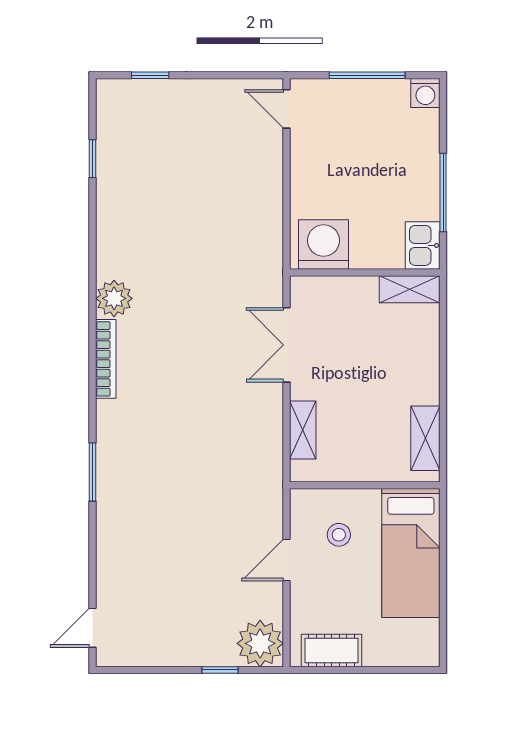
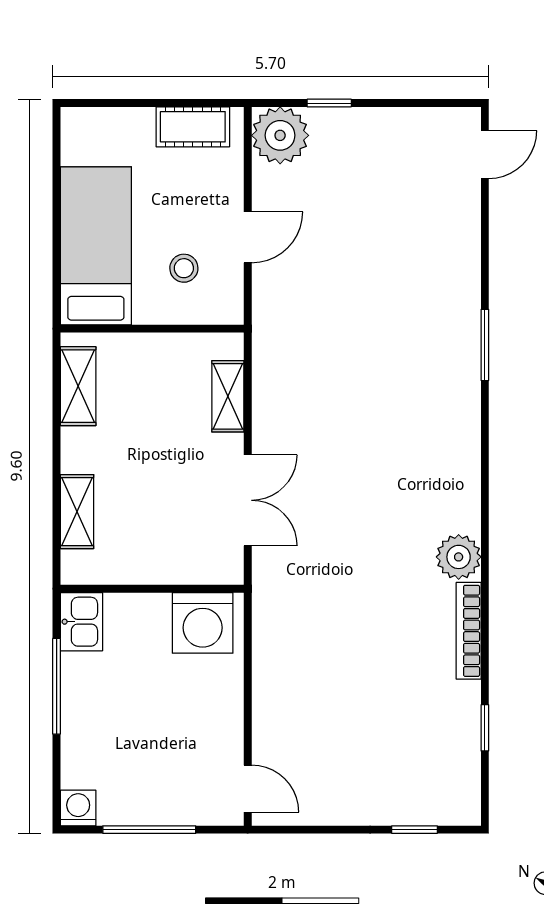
shelving: (410, 289) -> (77, 512), moved, turned 90
bookcase: (106, 359) -> (469, 631), moved

